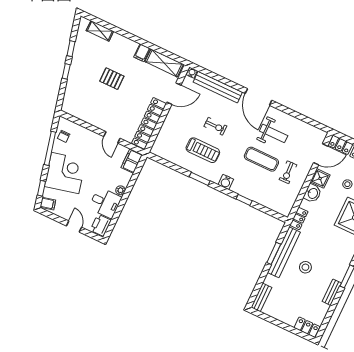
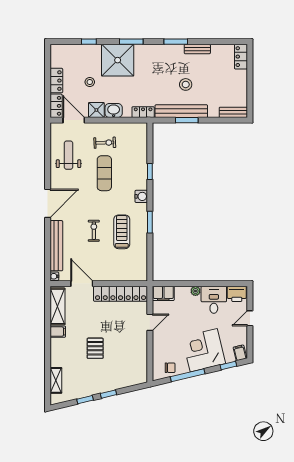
weight bench: (274, 133) -> (68, 155), moved

